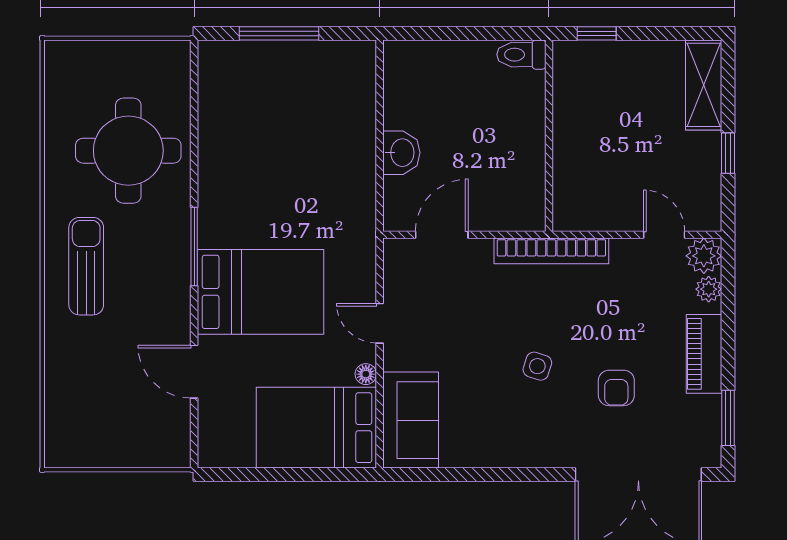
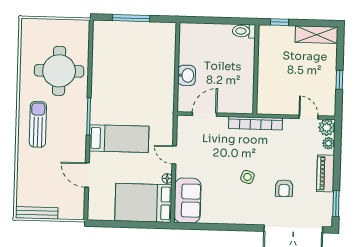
shelving: (704, 85) -> (317, 35), moved, turned 90
bed: (260, 292) -> (119, 139), width x0.67
bench: (89, 456) -> (37, 213), added

